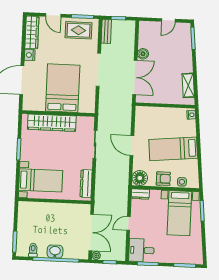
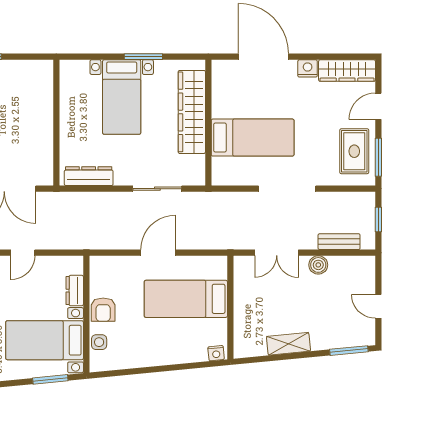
bench: (106, 31) -> (339, 242), moved
double door: (135, 77) -> (277, 253), width x0.73
shelving: (188, 85) -> (288, 344), moved
bed: (63, 88) -> (253, 138), width x0.67
bed: (173, 149) -> (186, 299), moved, turned -84
floor lamp: (140, 178) -> (102, 269), removed
bed with nightstands: (41, 180) -> (122, 97), moved
dresser: (140, 194) -> (75, 291), moved
door: (128, 223) -> (23, 253), swing flipped

